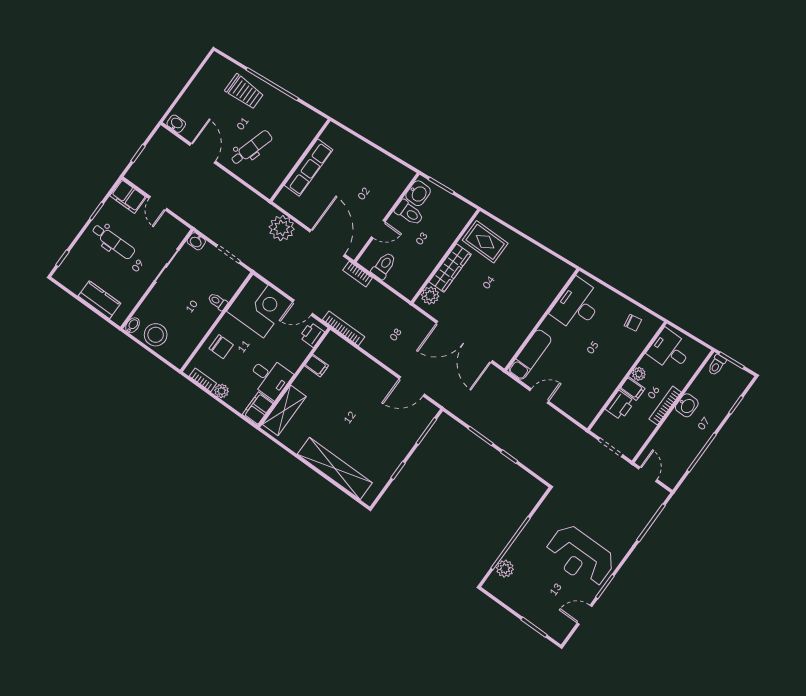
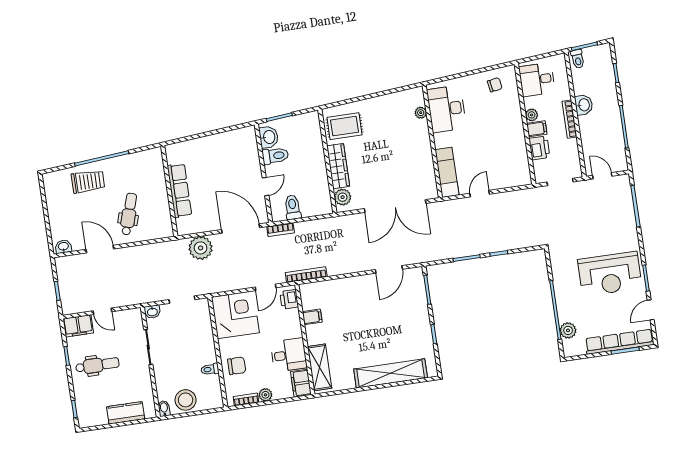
plant: (554, 289) -> (421, 113), added
toilet: (218, 302) -> (210, 369), moved
row of seats: (536, 616) -> (619, 342), added

